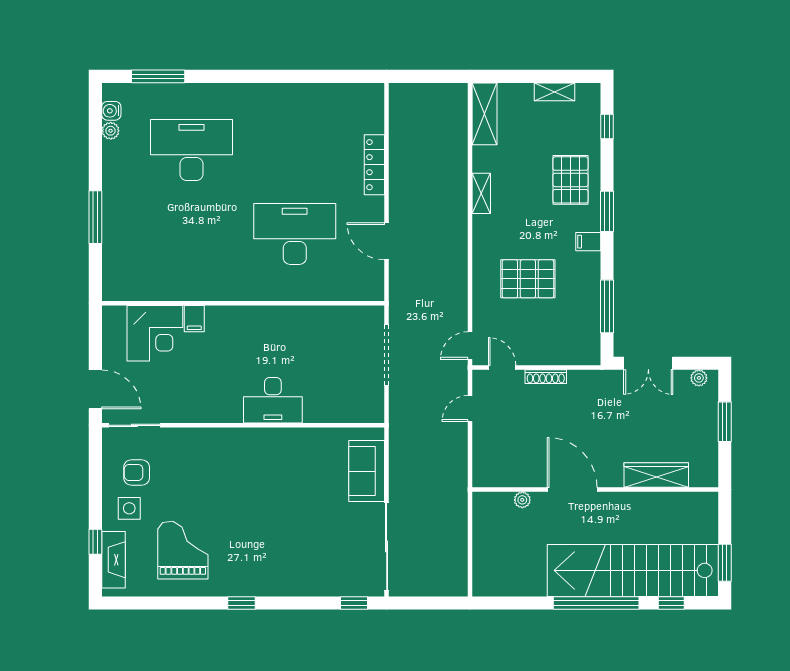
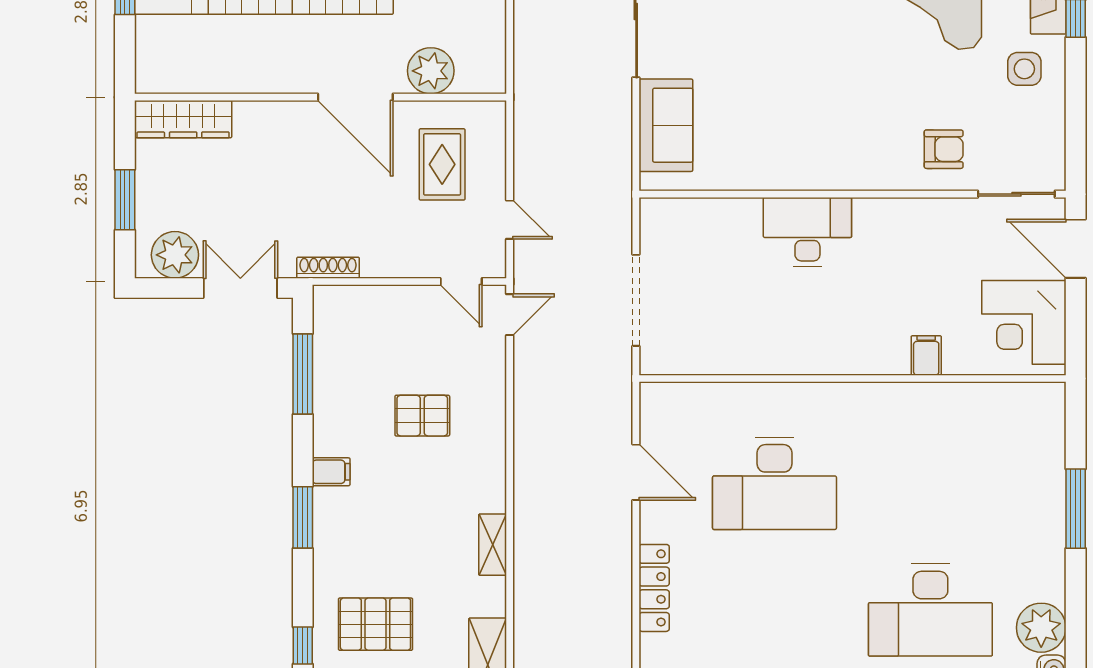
plant: (111, 131) -> (1041, 628), width x1.88, depth x1.88
pallet: (570, 180) -> (375, 624), moved, turned 90
pallet: (528, 279) -> (422, 416), width x0.67, depth x0.71
corner desk: (155, 333) -> (1024, 322), moved, turned -90
shoe rack: (546, 377) -> (328, 268), moved
plant: (699, 378) -> (175, 255), width x1.88, depth x1.88
door: (470, 409) -> (510, 220), hinge flipped
rug: (515, 445) -> (442, 164), added
armchair: (137, 472) -> (944, 149), moved
wardrobe: (656, 475) -> (183, 119), moved
plant: (522, 500) -> (431, 71), width x1.88, depth x1.88

